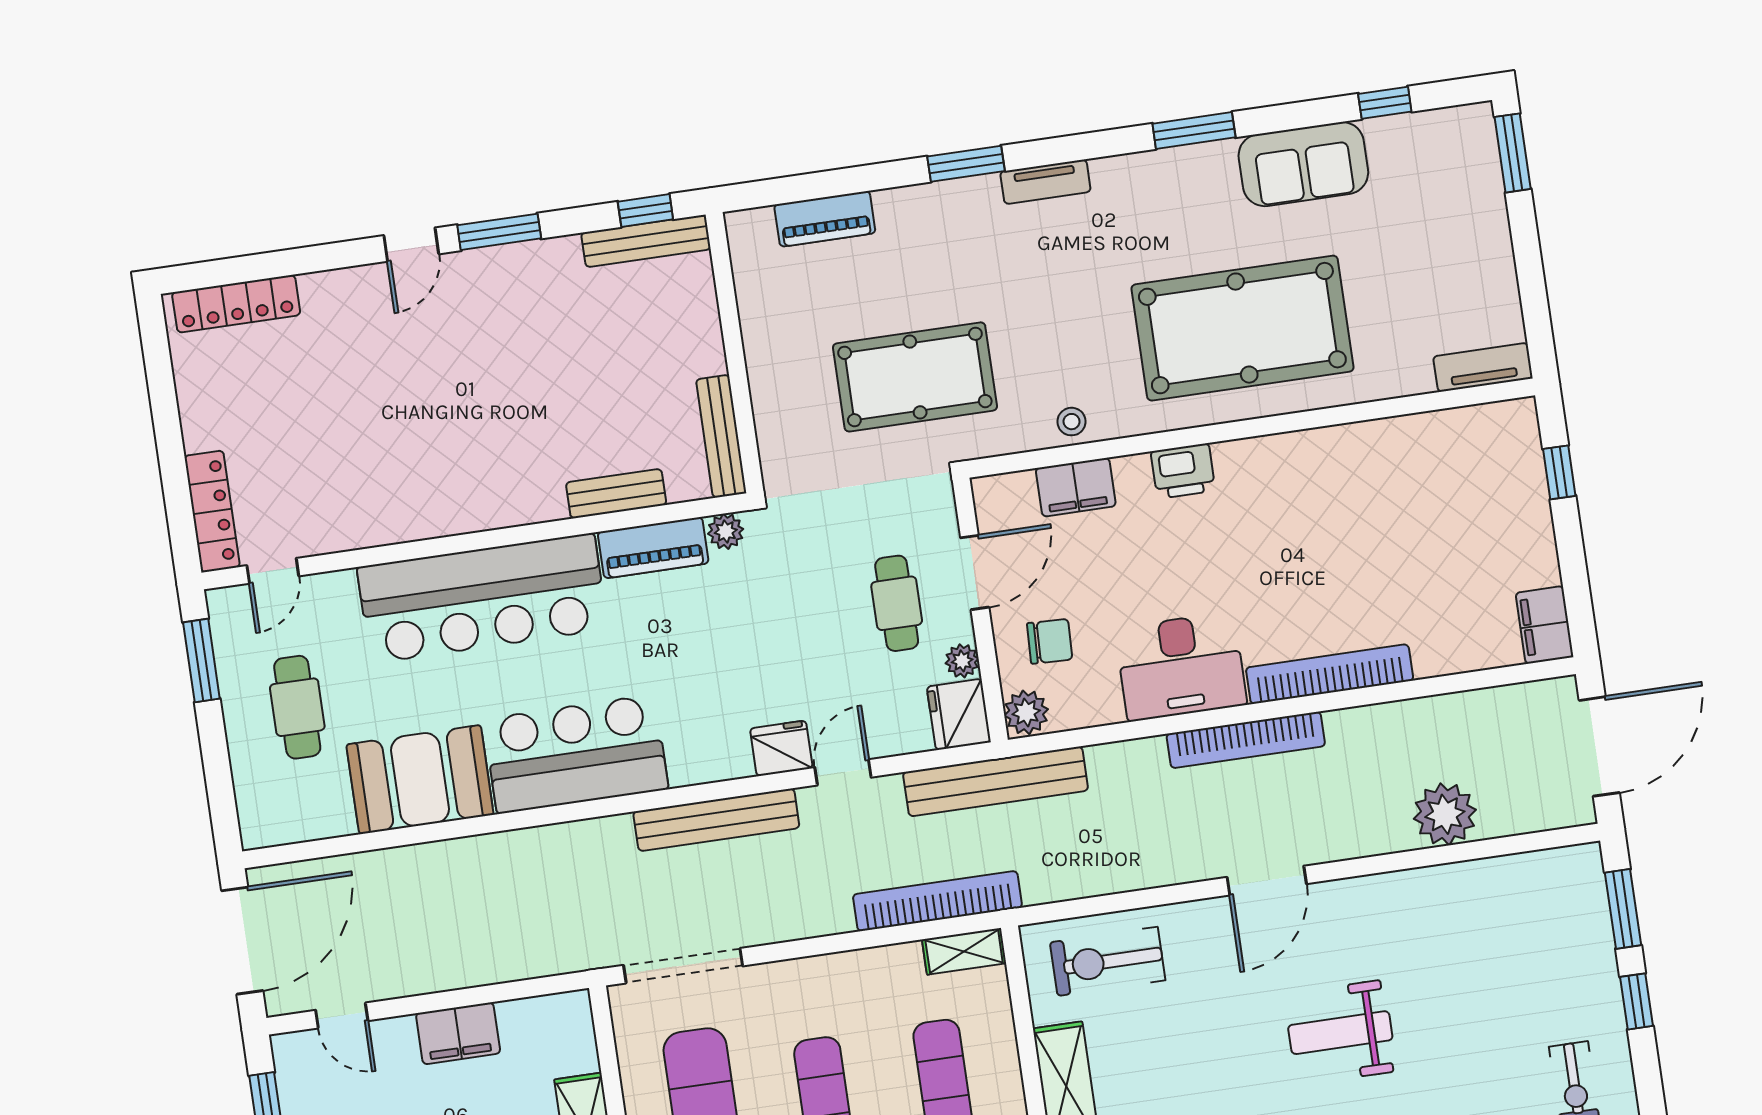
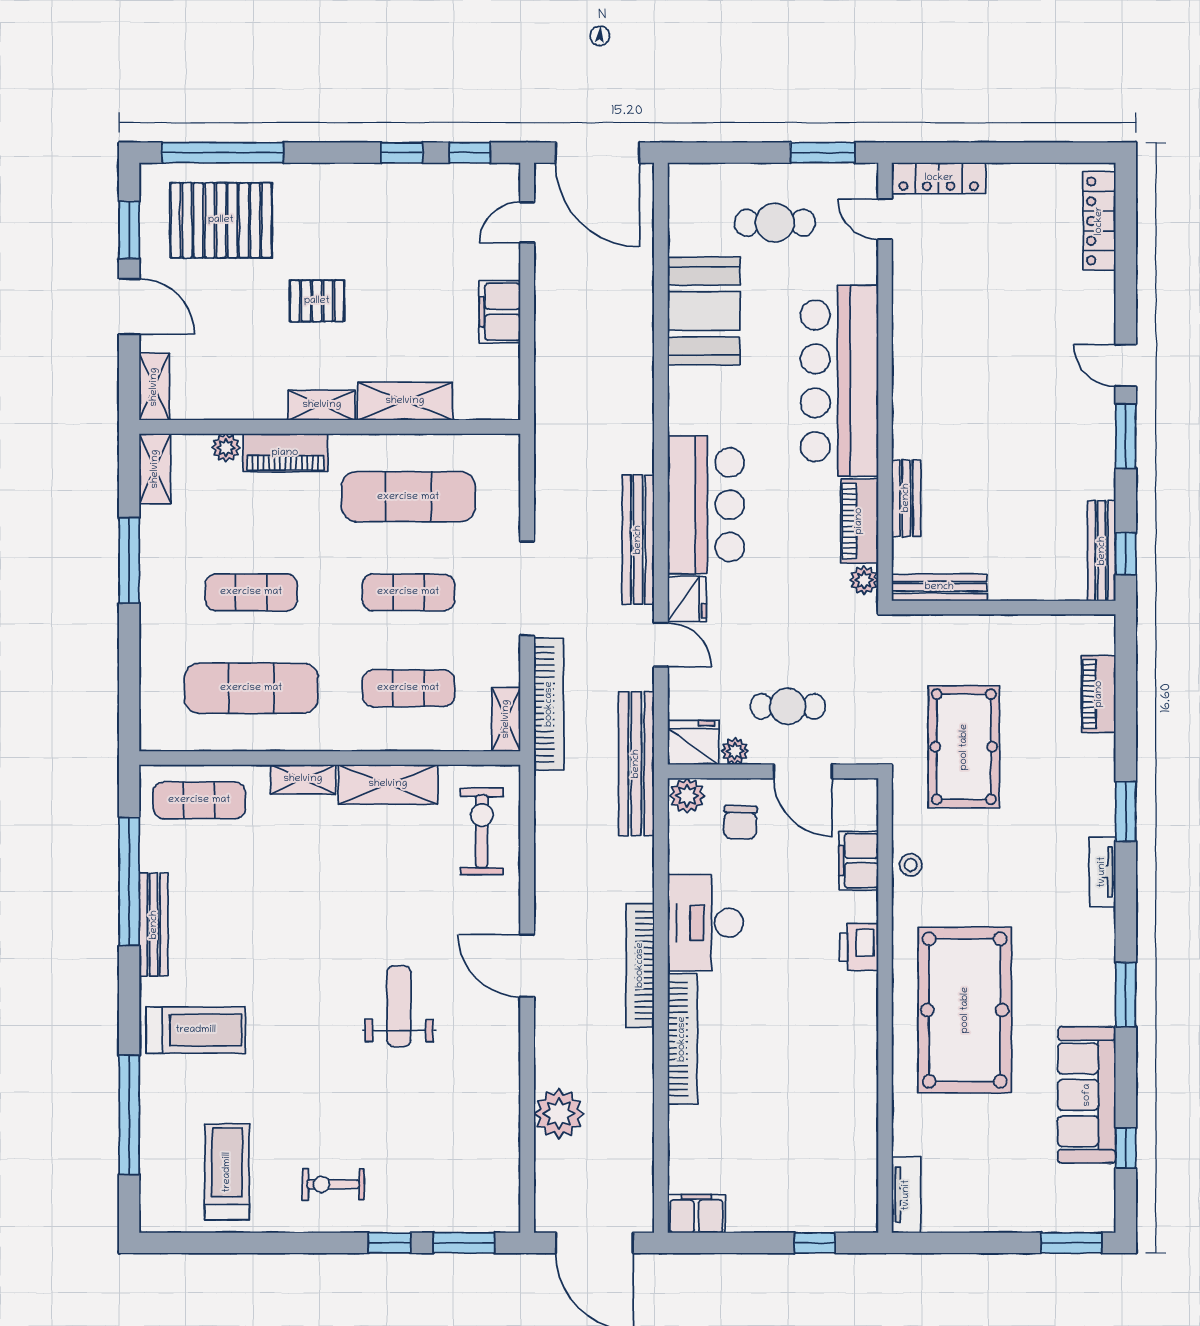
sofa: (1303, 164) -> (1087, 1095), width x1.36
bar counter: (576, 754) -> (706, 505), moved
doorway: (683, 966) -> (527, 588), moved

